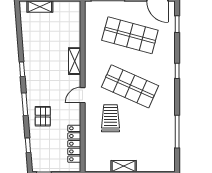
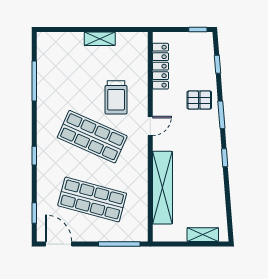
shelving: (75, 61) -> (163, 188), width x2.20, depth x1.33
pallet: (43, 116) -> (199, 100), turned 90

